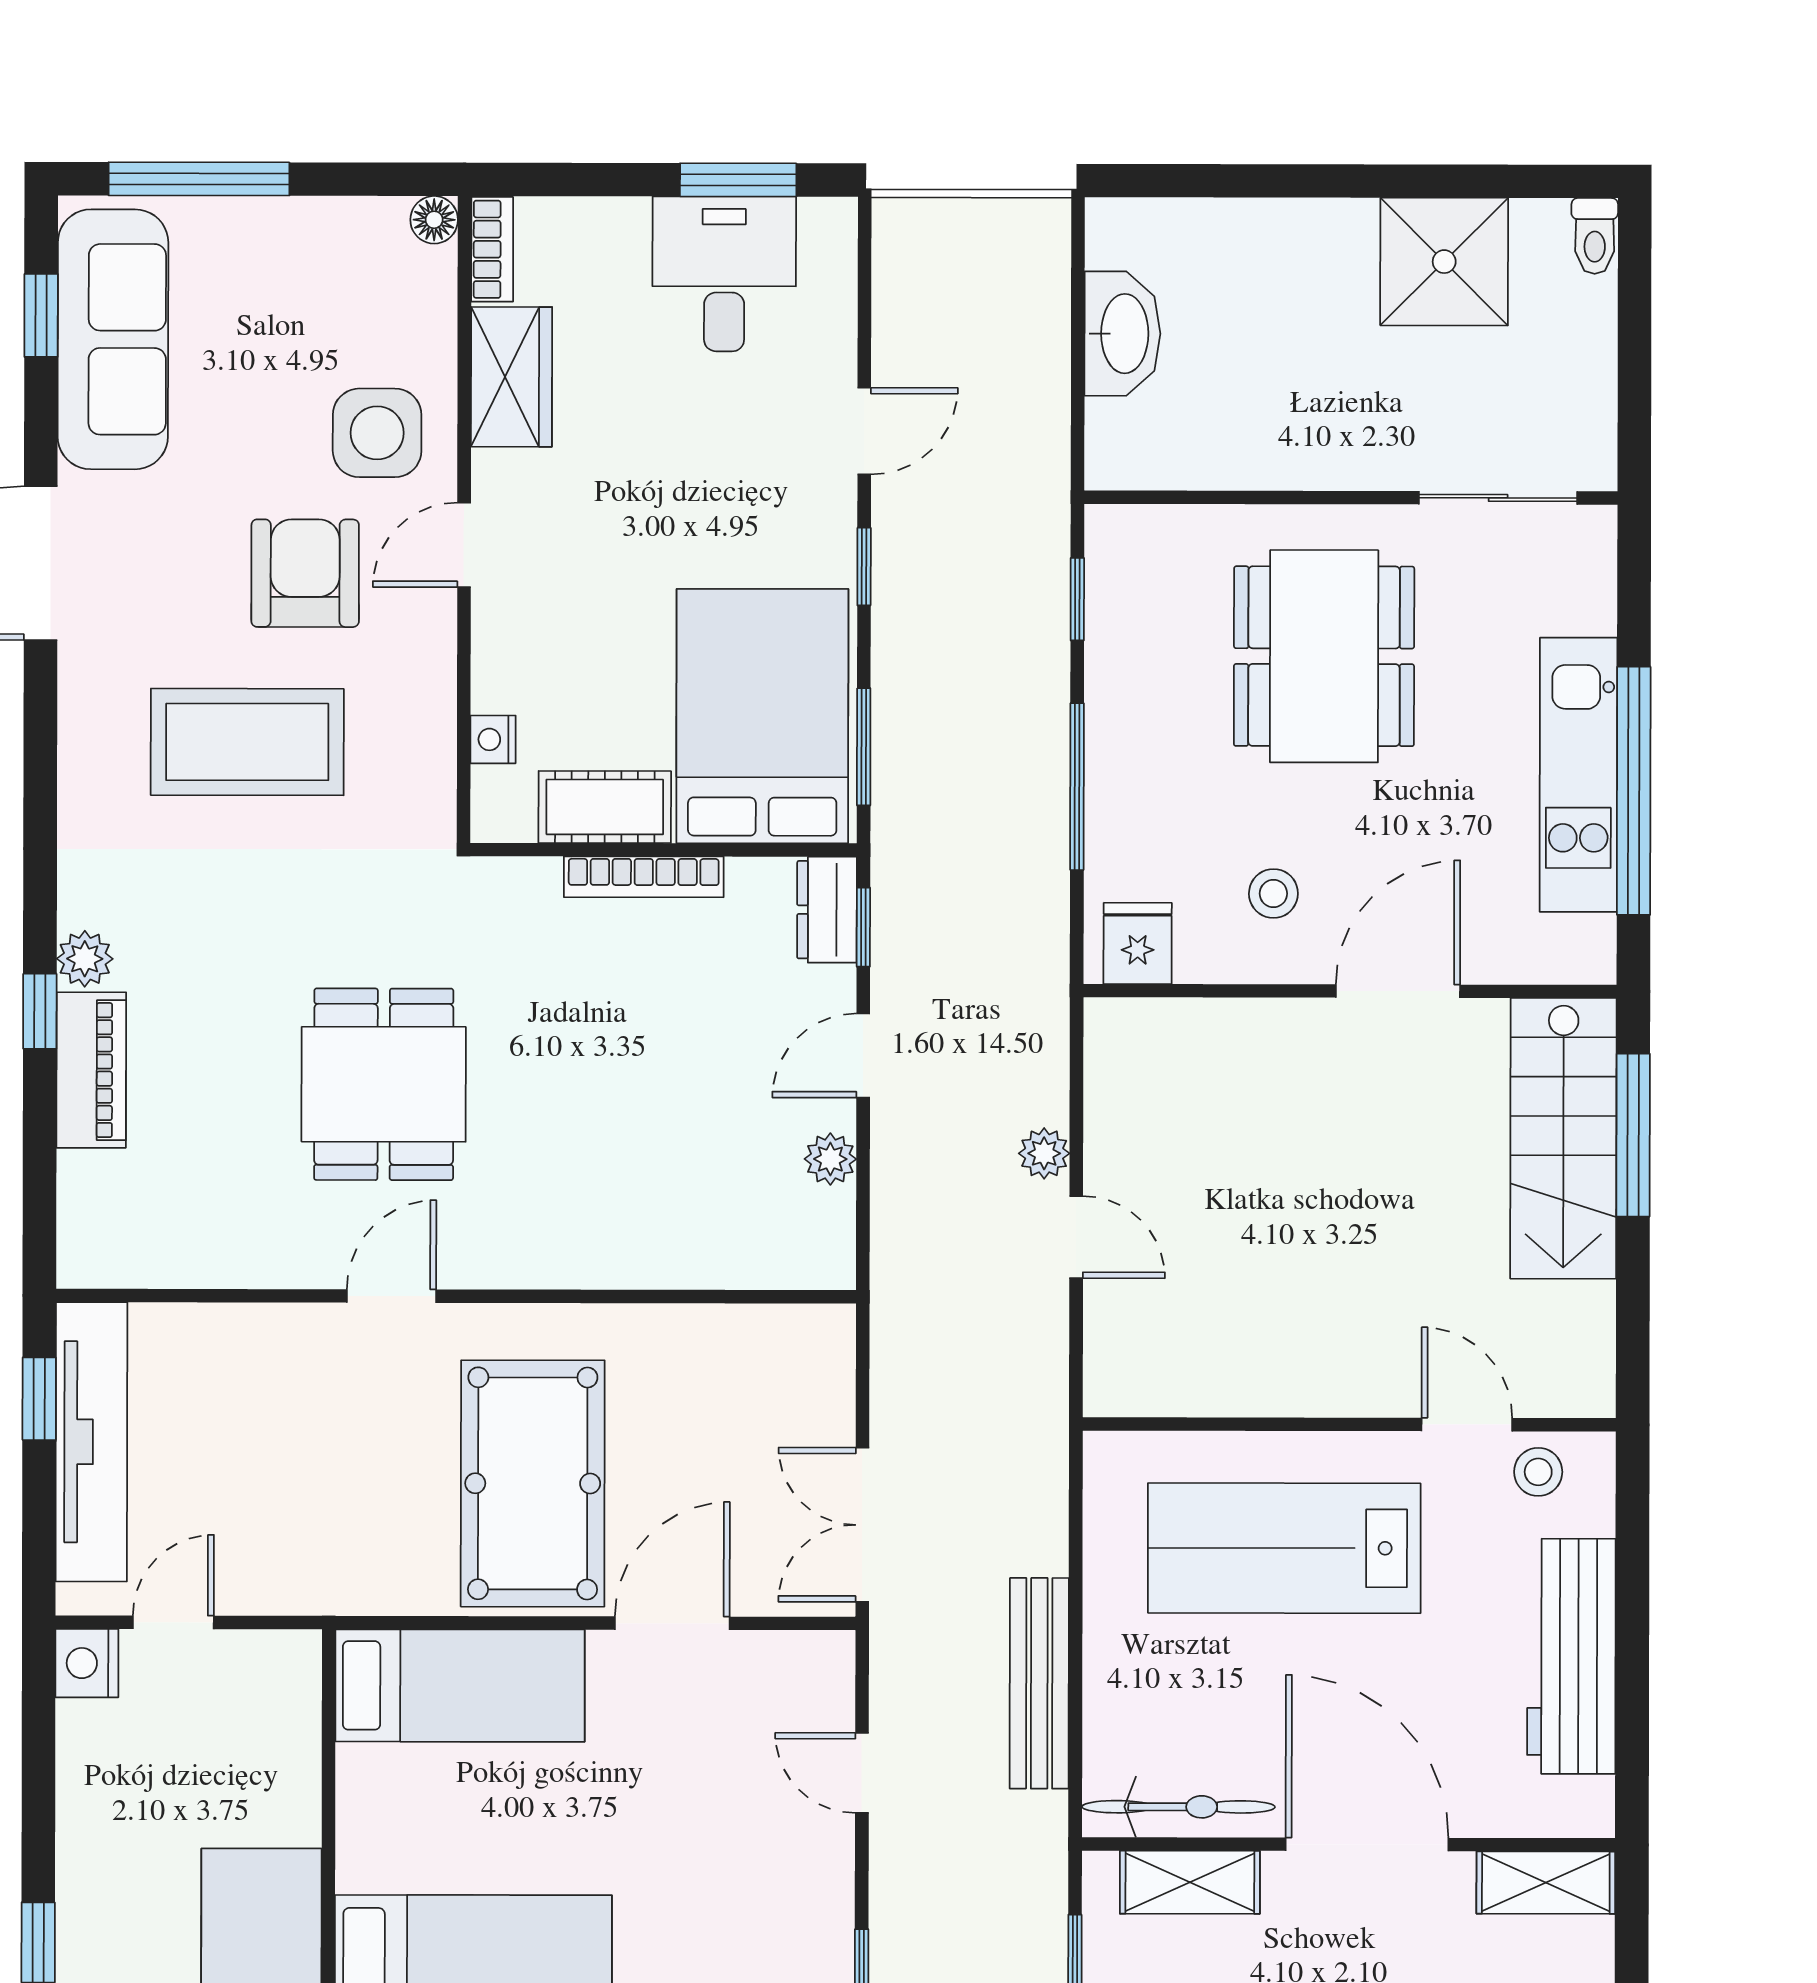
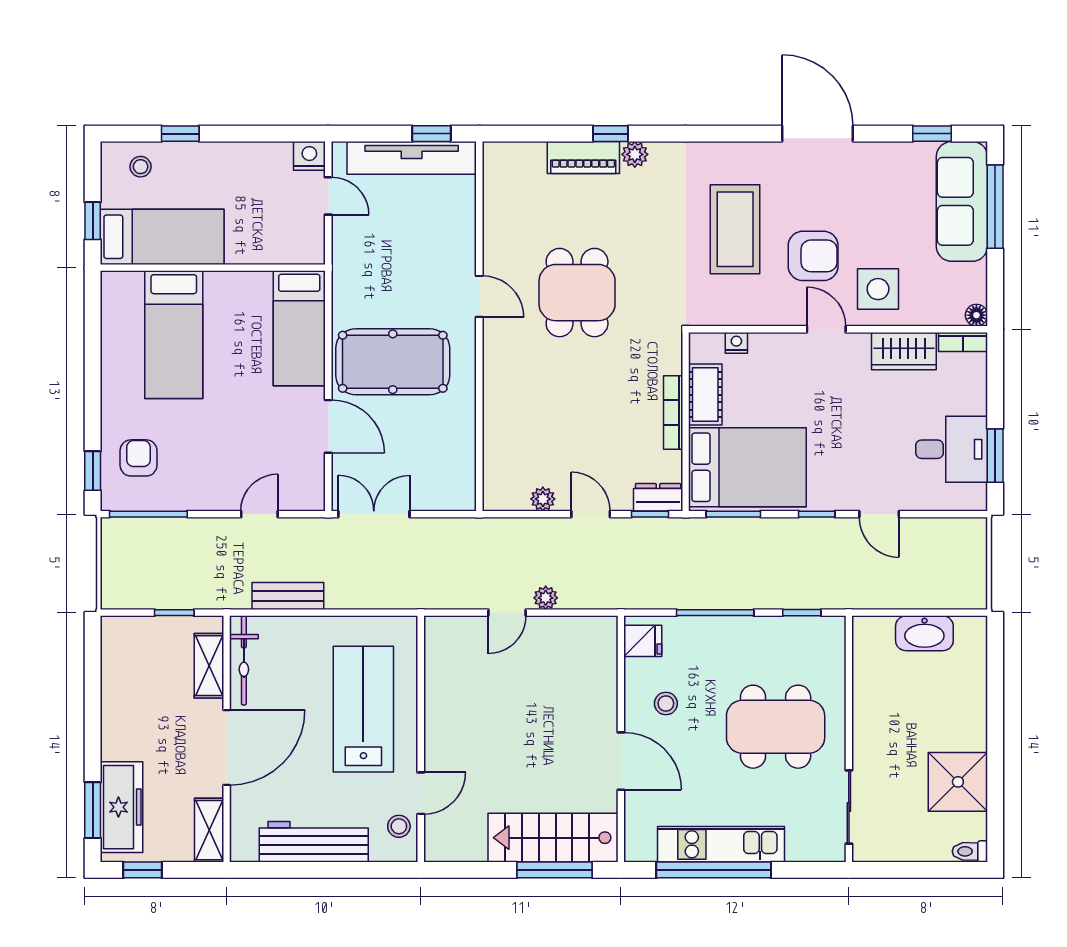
sofa: (113, 339) -> (962, 201), moved, turned 90
dining table: (384, 1084) -> (577, 293), turned 90
bench: (1039, 1683) -> (288, 596), width x0.73

